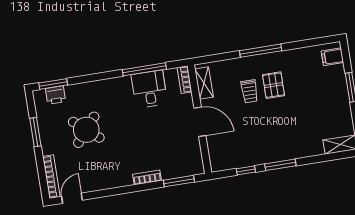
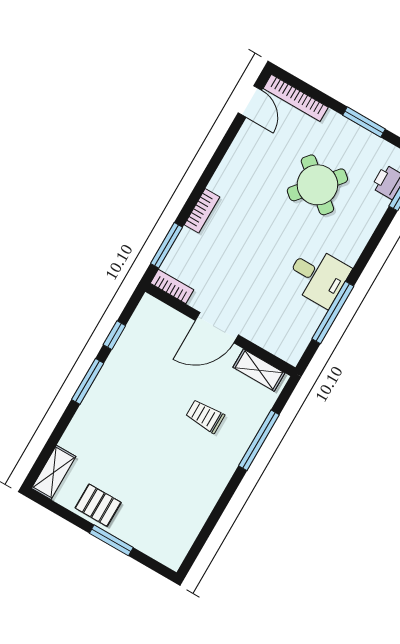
window: (261, 51) -> (259, 440), moved
filing cabinet: (332, 57) -> (165, 548), removed
bookcase: (184, 80) -> (172, 287), moved
pallet: (273, 85) -> (98, 505), moved
desk: (149, 89) -> (318, 276), moved

